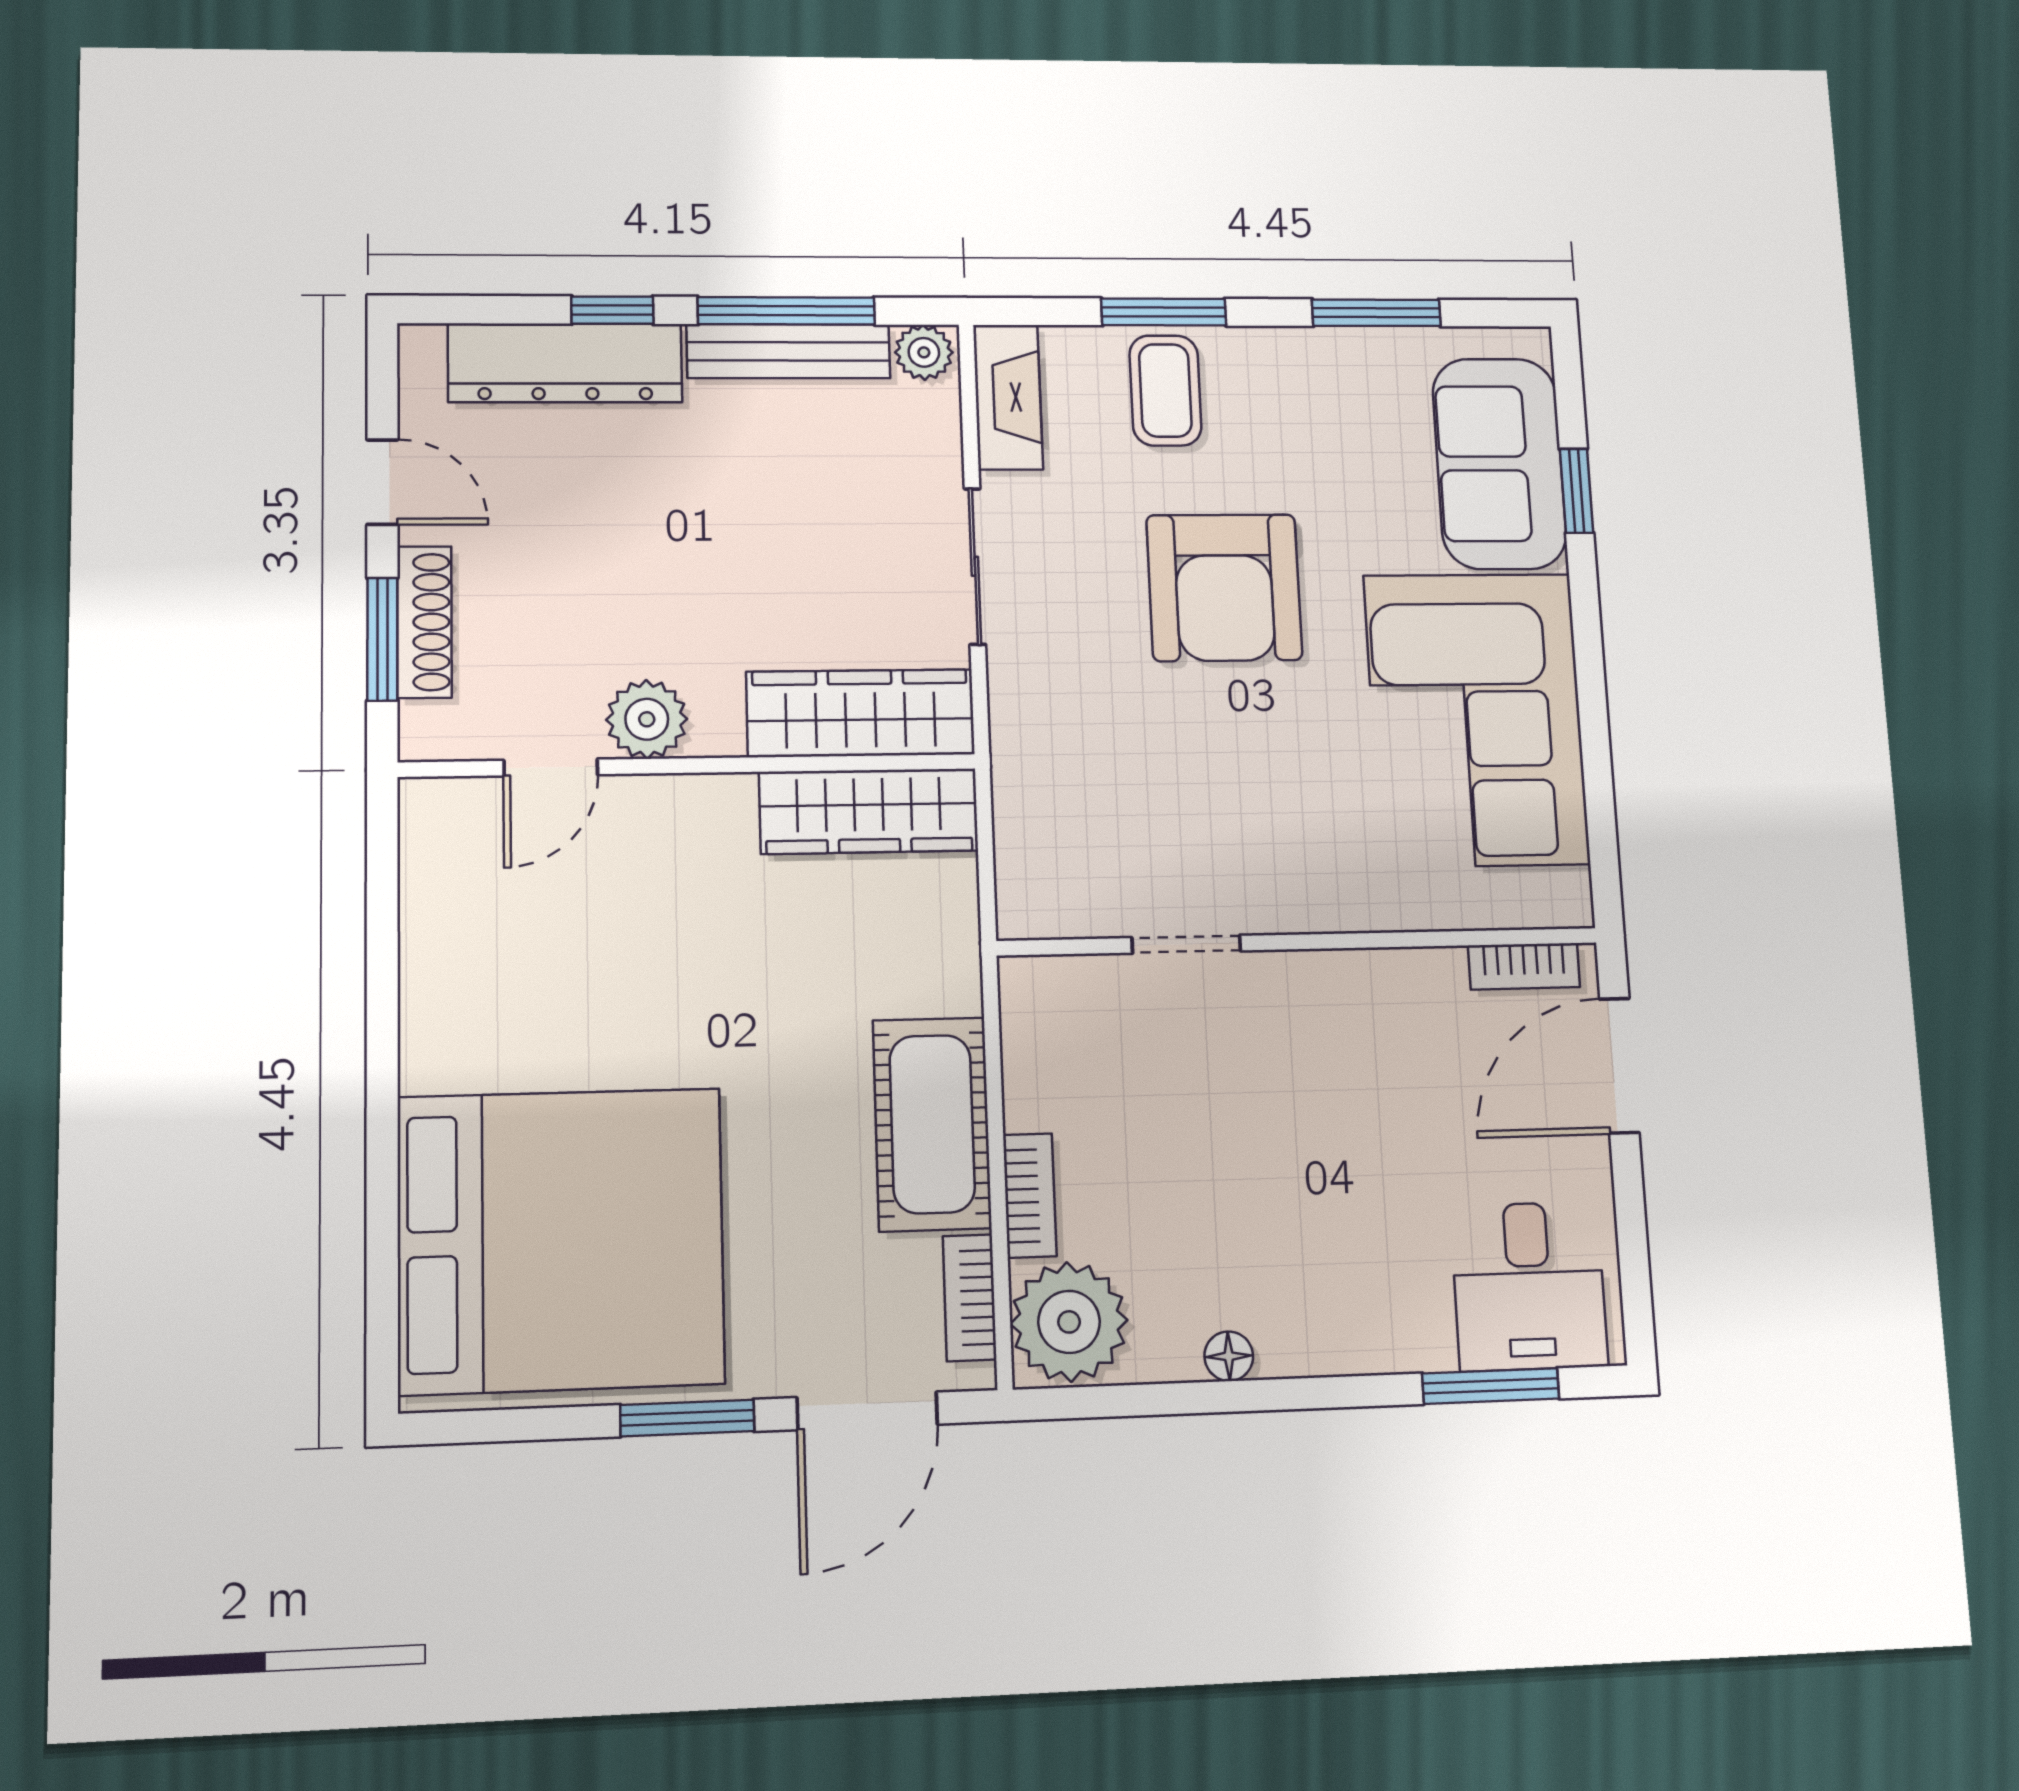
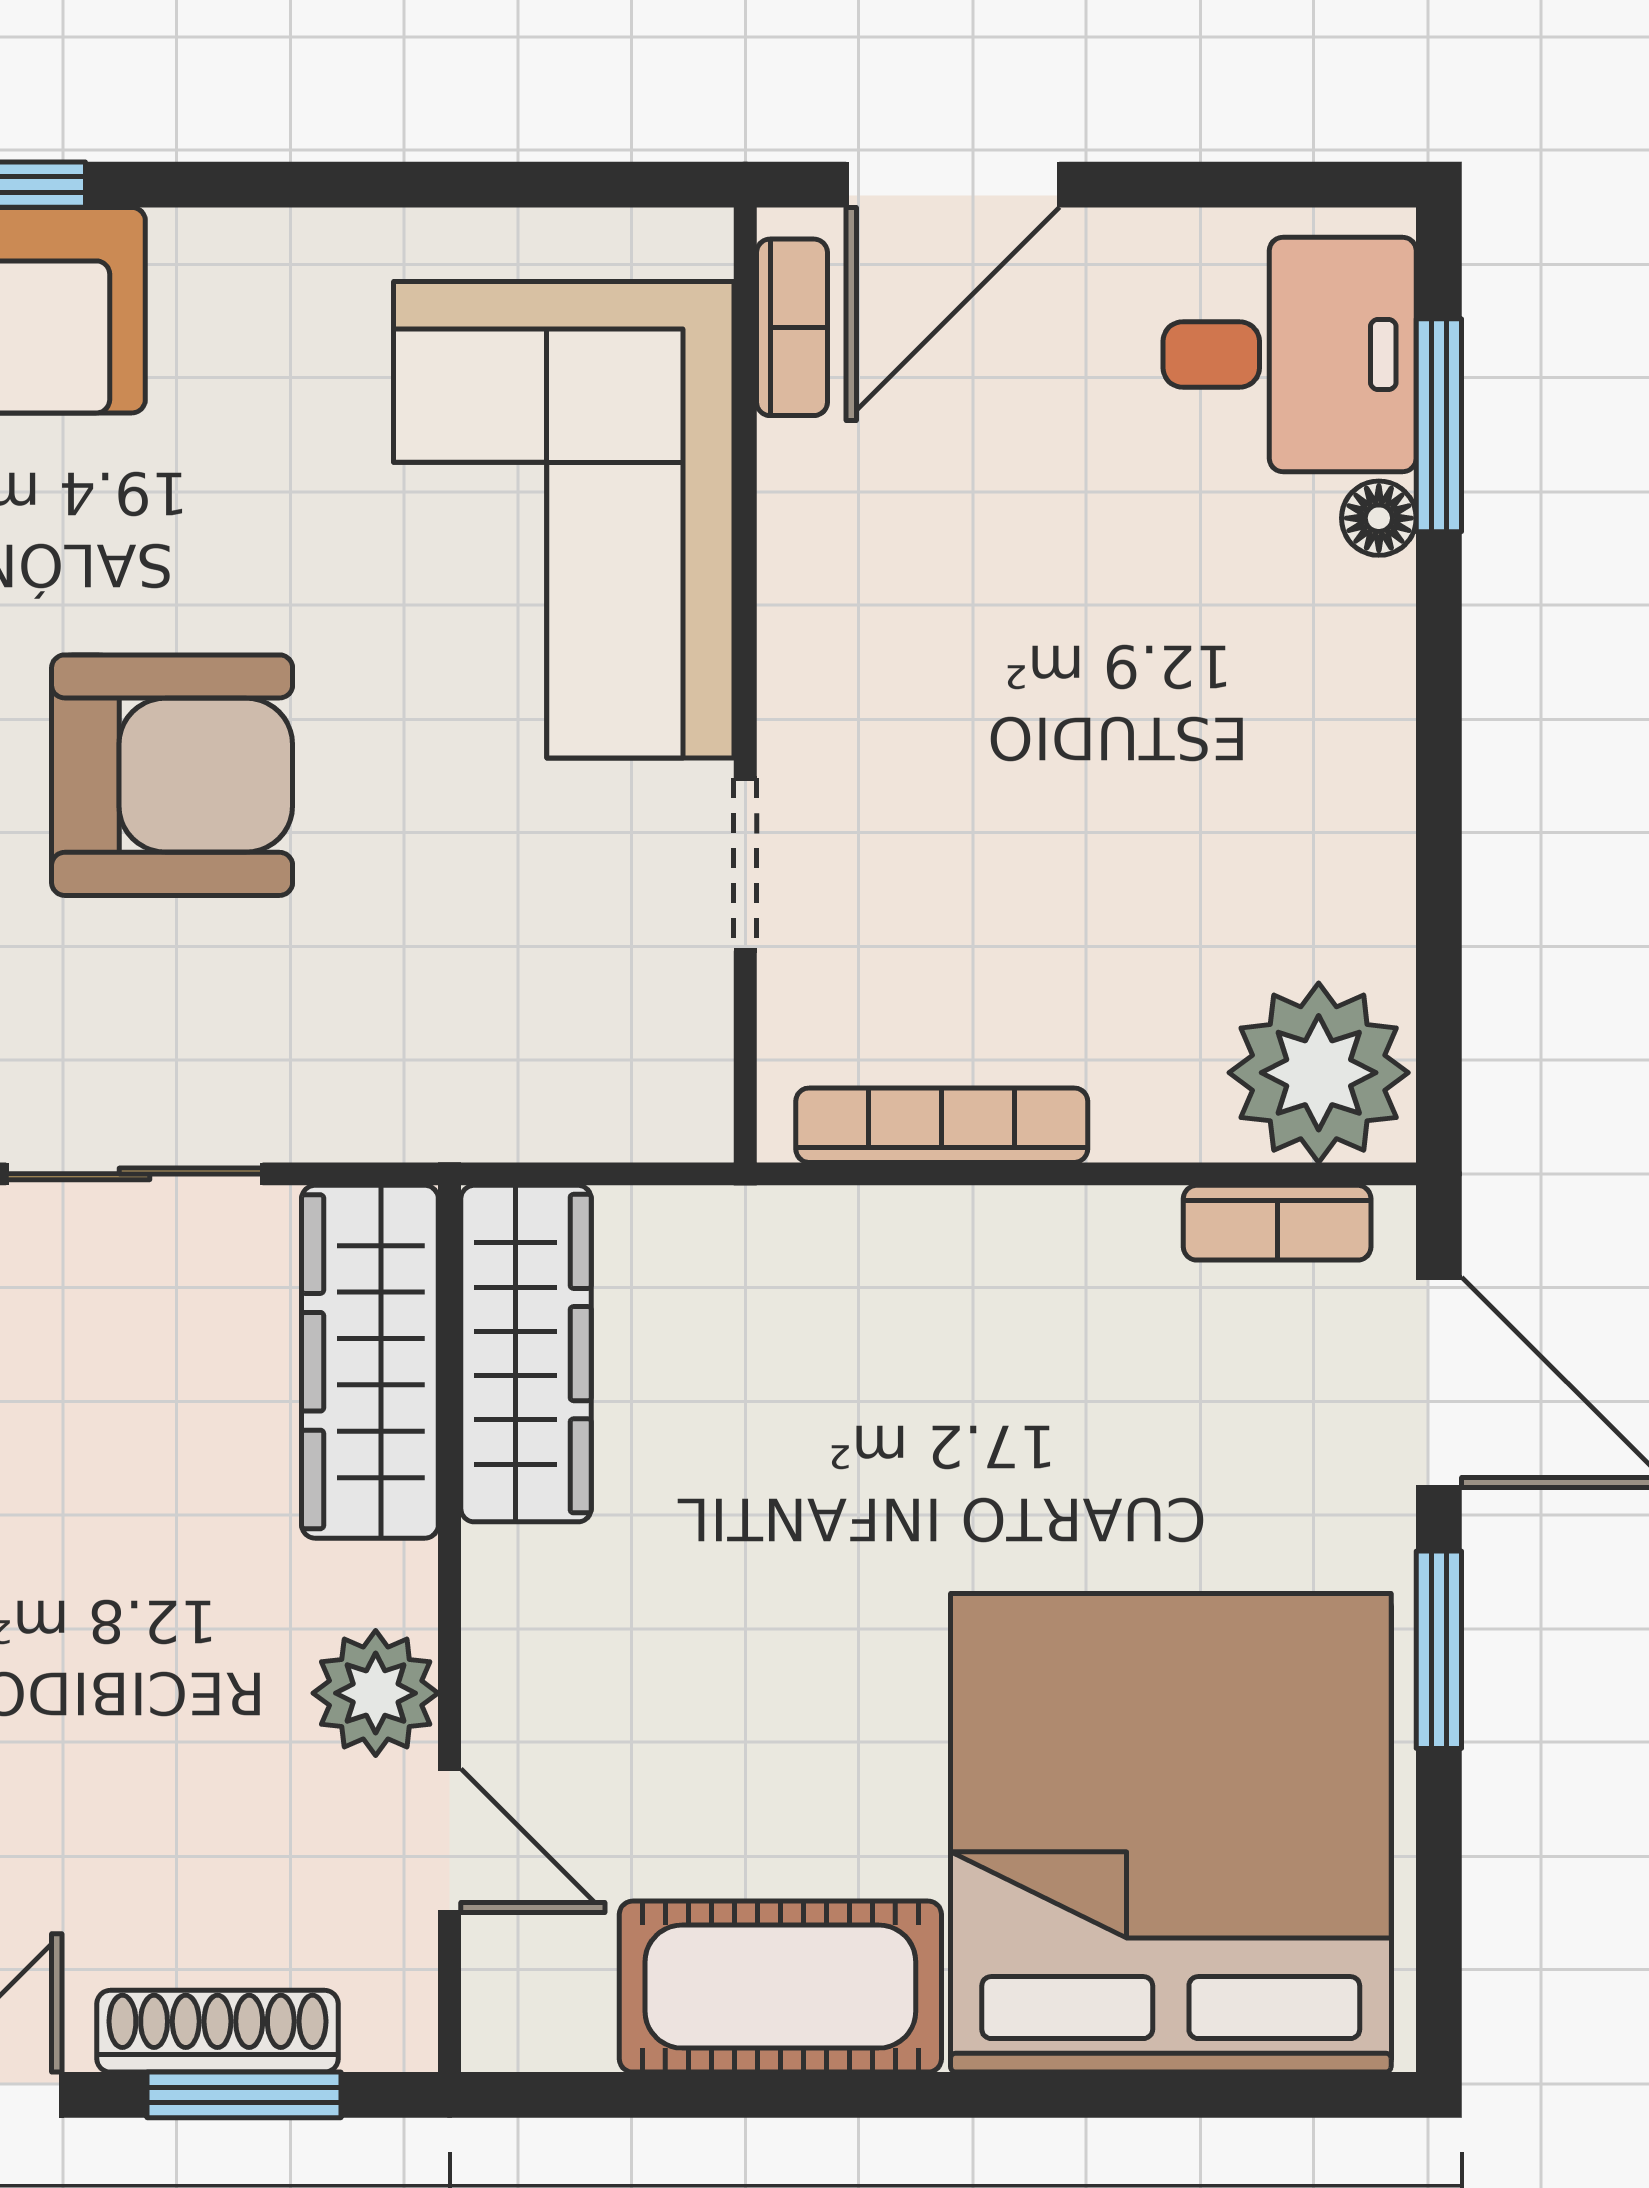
corner sofa: (1476, 719) -> (564, 520), moved, turned 90
door: (1619, 1066) -> (953, 185), hinge flipped
cot: (932, 1124) -> (780, 1987), moved
bookcase: (1030, 1195) -> (942, 1125), moved, width x1.56
floor lamp: (1229, 1356) -> (1379, 518), moved

